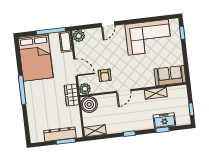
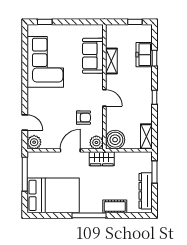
door: (108, 24) -> (25, 122), moved
cot: (66, 42) -> (115, 206), moved
sofa: (170, 76) -> (93, 56), moved
dresser: (60, 134) -> (146, 191), moved

